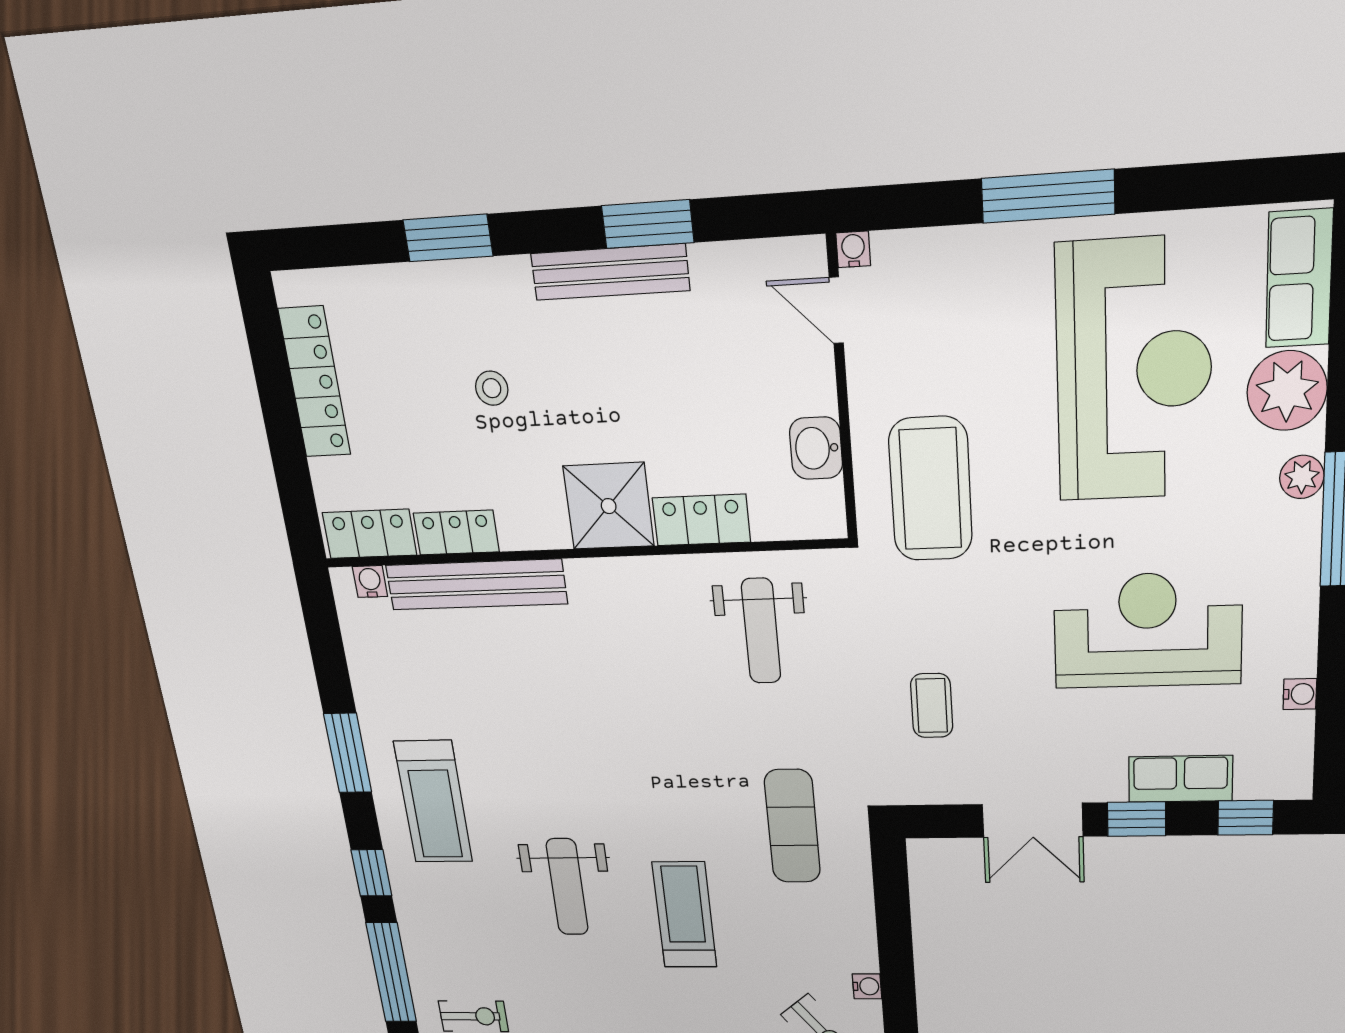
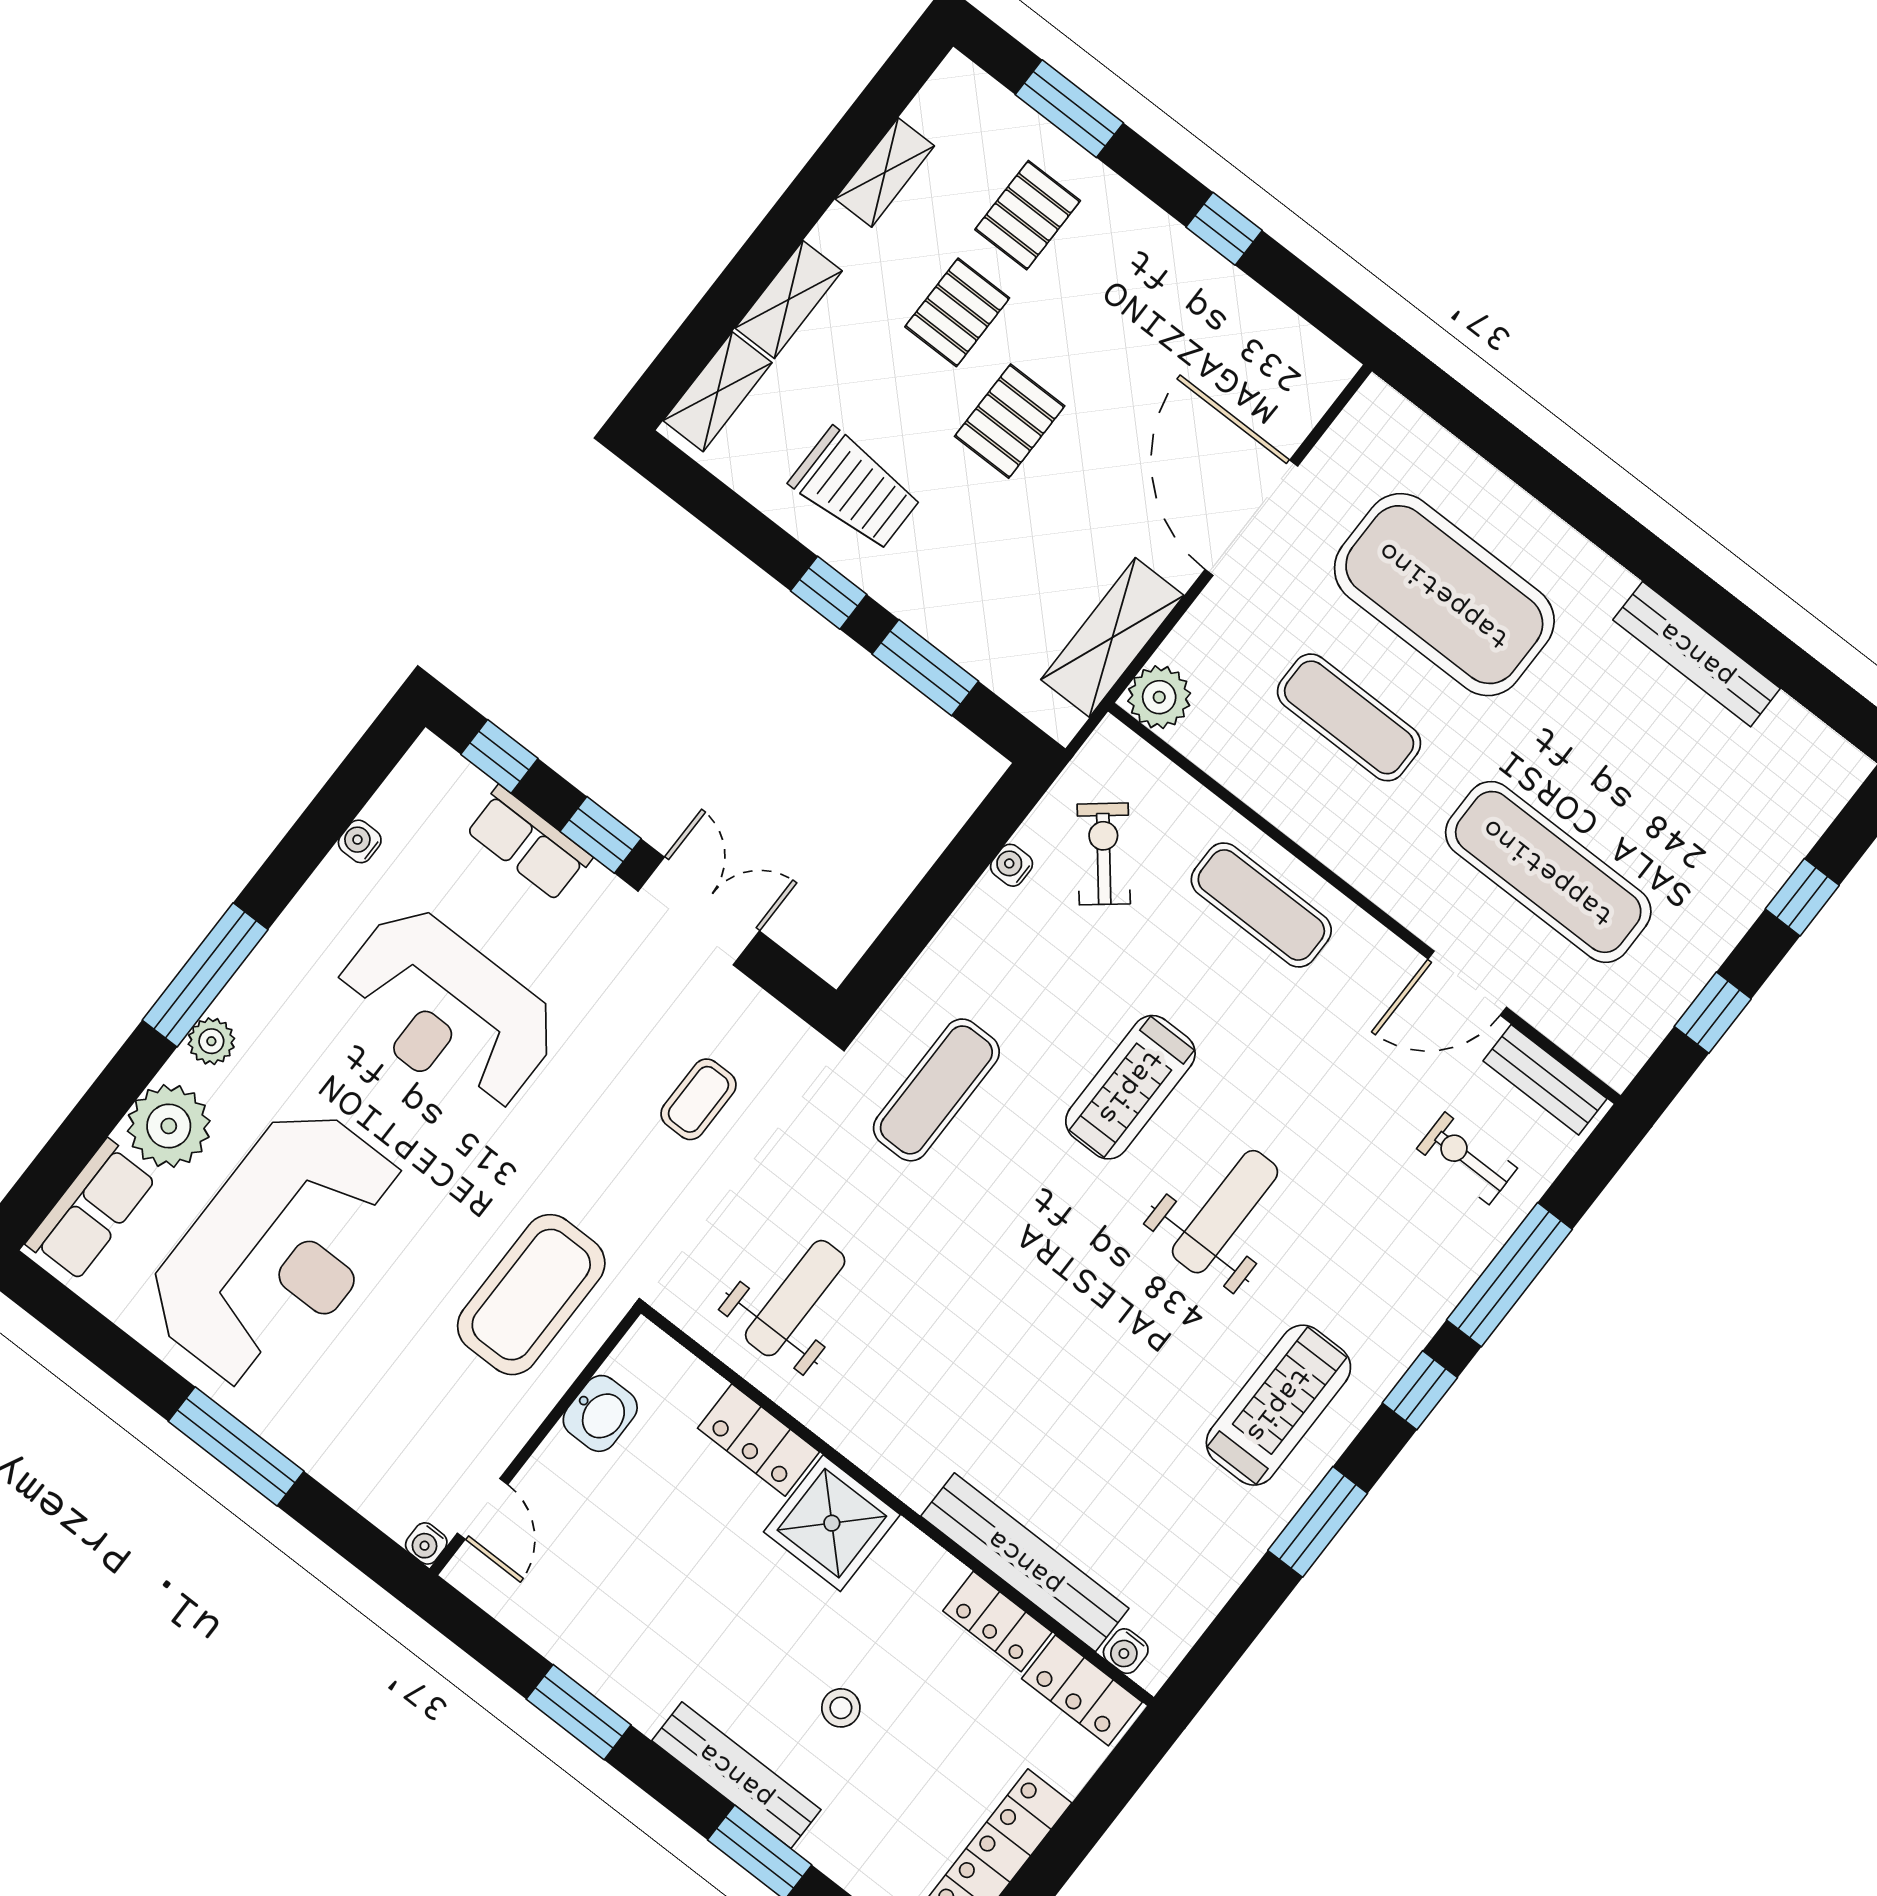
bench: (610, 272) -> (736, 1775), moved
reception desk: (1134, 371) -> (279, 1248), turned 180

